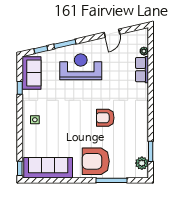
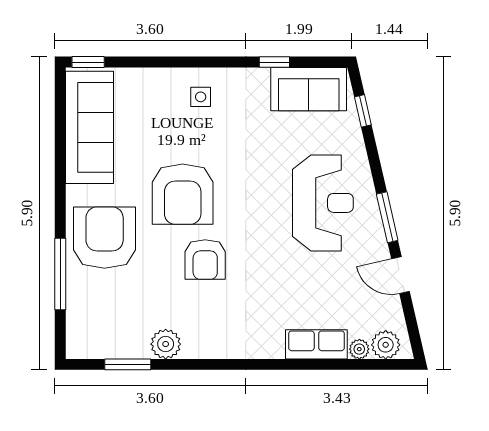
plant: (142, 40) -> (386, 345), added
window: (65, 44) -> (387, 217), moved
armchair: (105, 118) -> (205, 260), turned 180
armchair: (77, 127) -> (183, 194), added
plant: (142, 163) -> (166, 344), moved

